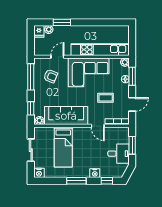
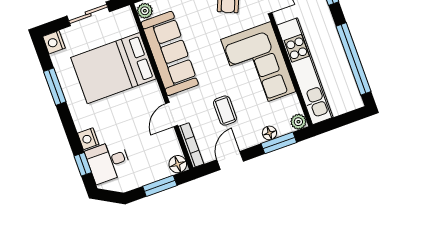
window: (103, 22) -> (354, 59), added
door: (132, 104) -> (230, 161), swing flipped
floor lamp: (124, 132) -> (178, 164), added
bed: (63, 147) -> (114, 68), width x1.50
desk: (119, 154) -> (108, 162), moved, turned 90
window: (76, 181) -> (55, 87), moved

